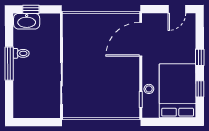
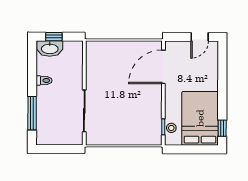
window: (200, 57) -> (222, 85), removed
window: (9, 64) -> (32, 113), moved
stool: (149, 89) -> (171, 128), moved
window: (200, 89) -> (222, 128), moved

